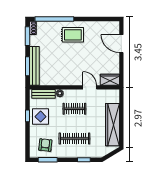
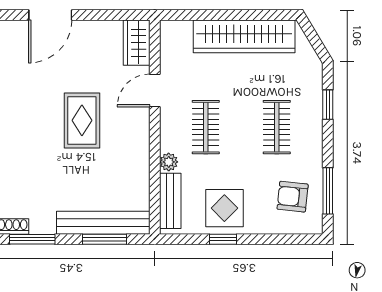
rug: (73, 35) -> (82, 120), moved
clothes rail: (74, 138) -> (277, 127), width x0.73

